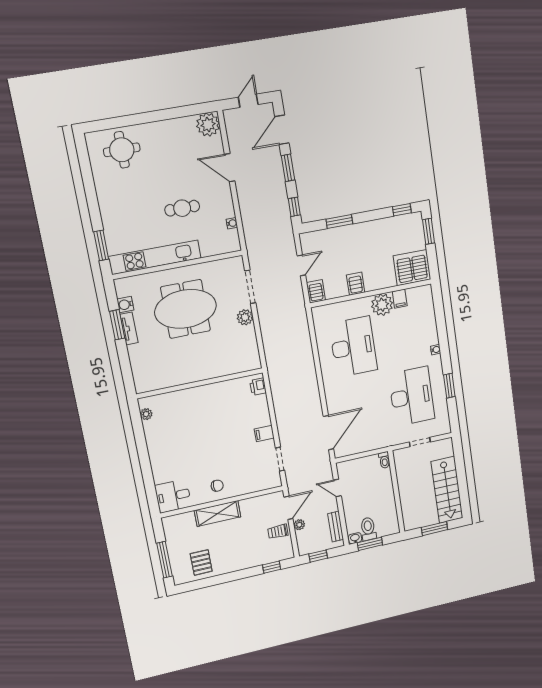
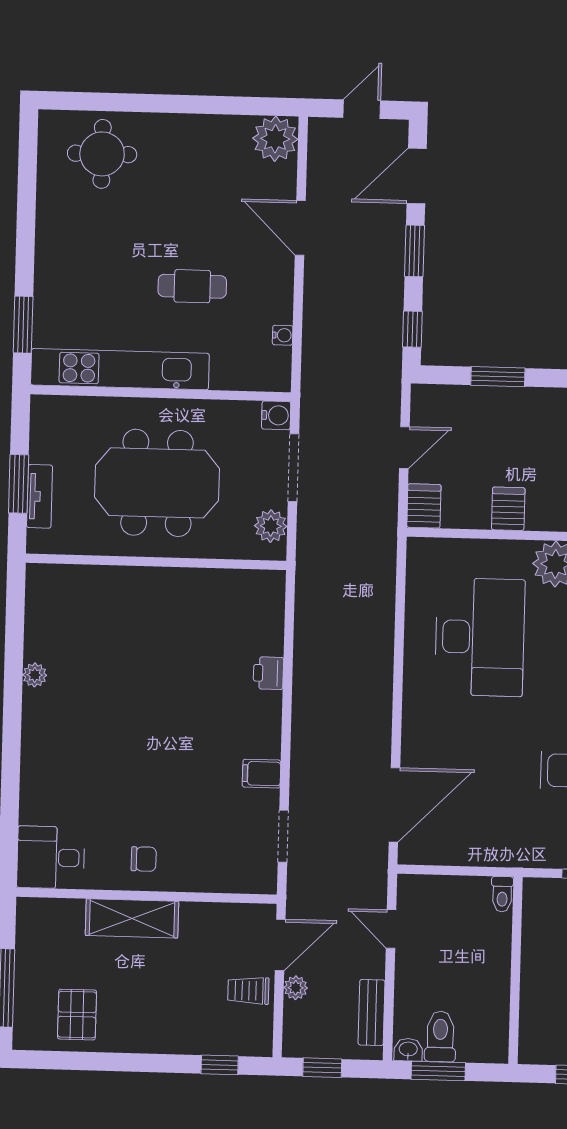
water cooler: (125, 305) -> (276, 415), moved, turned 180
wall: (200, 383) -> (156, 562), moved

